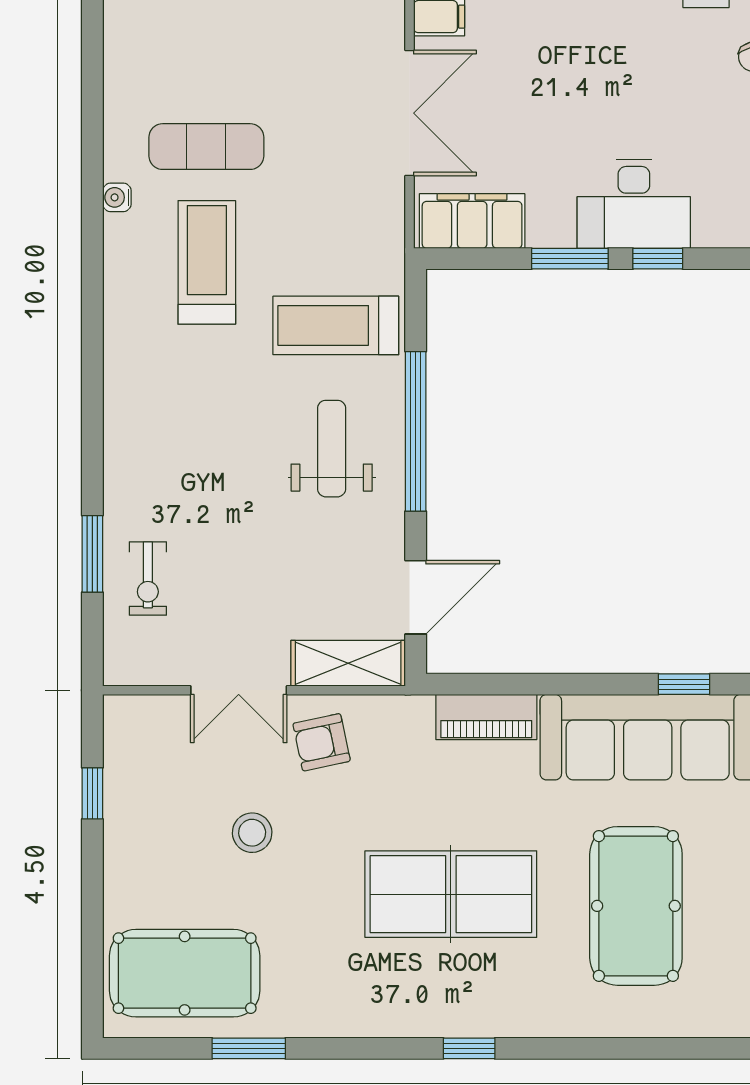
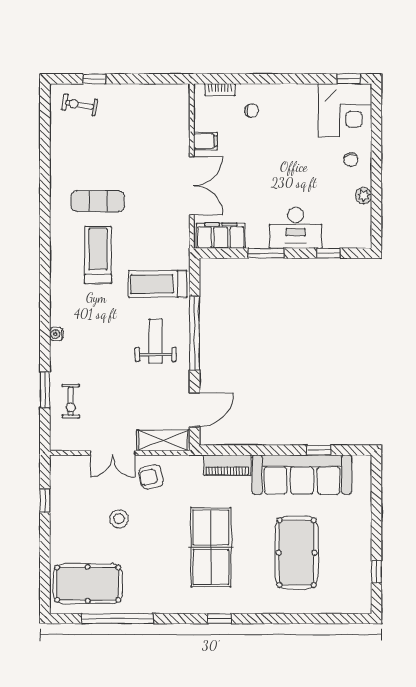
water cooler: (117, 197) -> (56, 334), moved
window: (658, 259) -> (328, 253), moved
table tennis table: (451, 894) -> (211, 547), turned 90
window: (249, 1048) -> (117, 619), width x2.11

